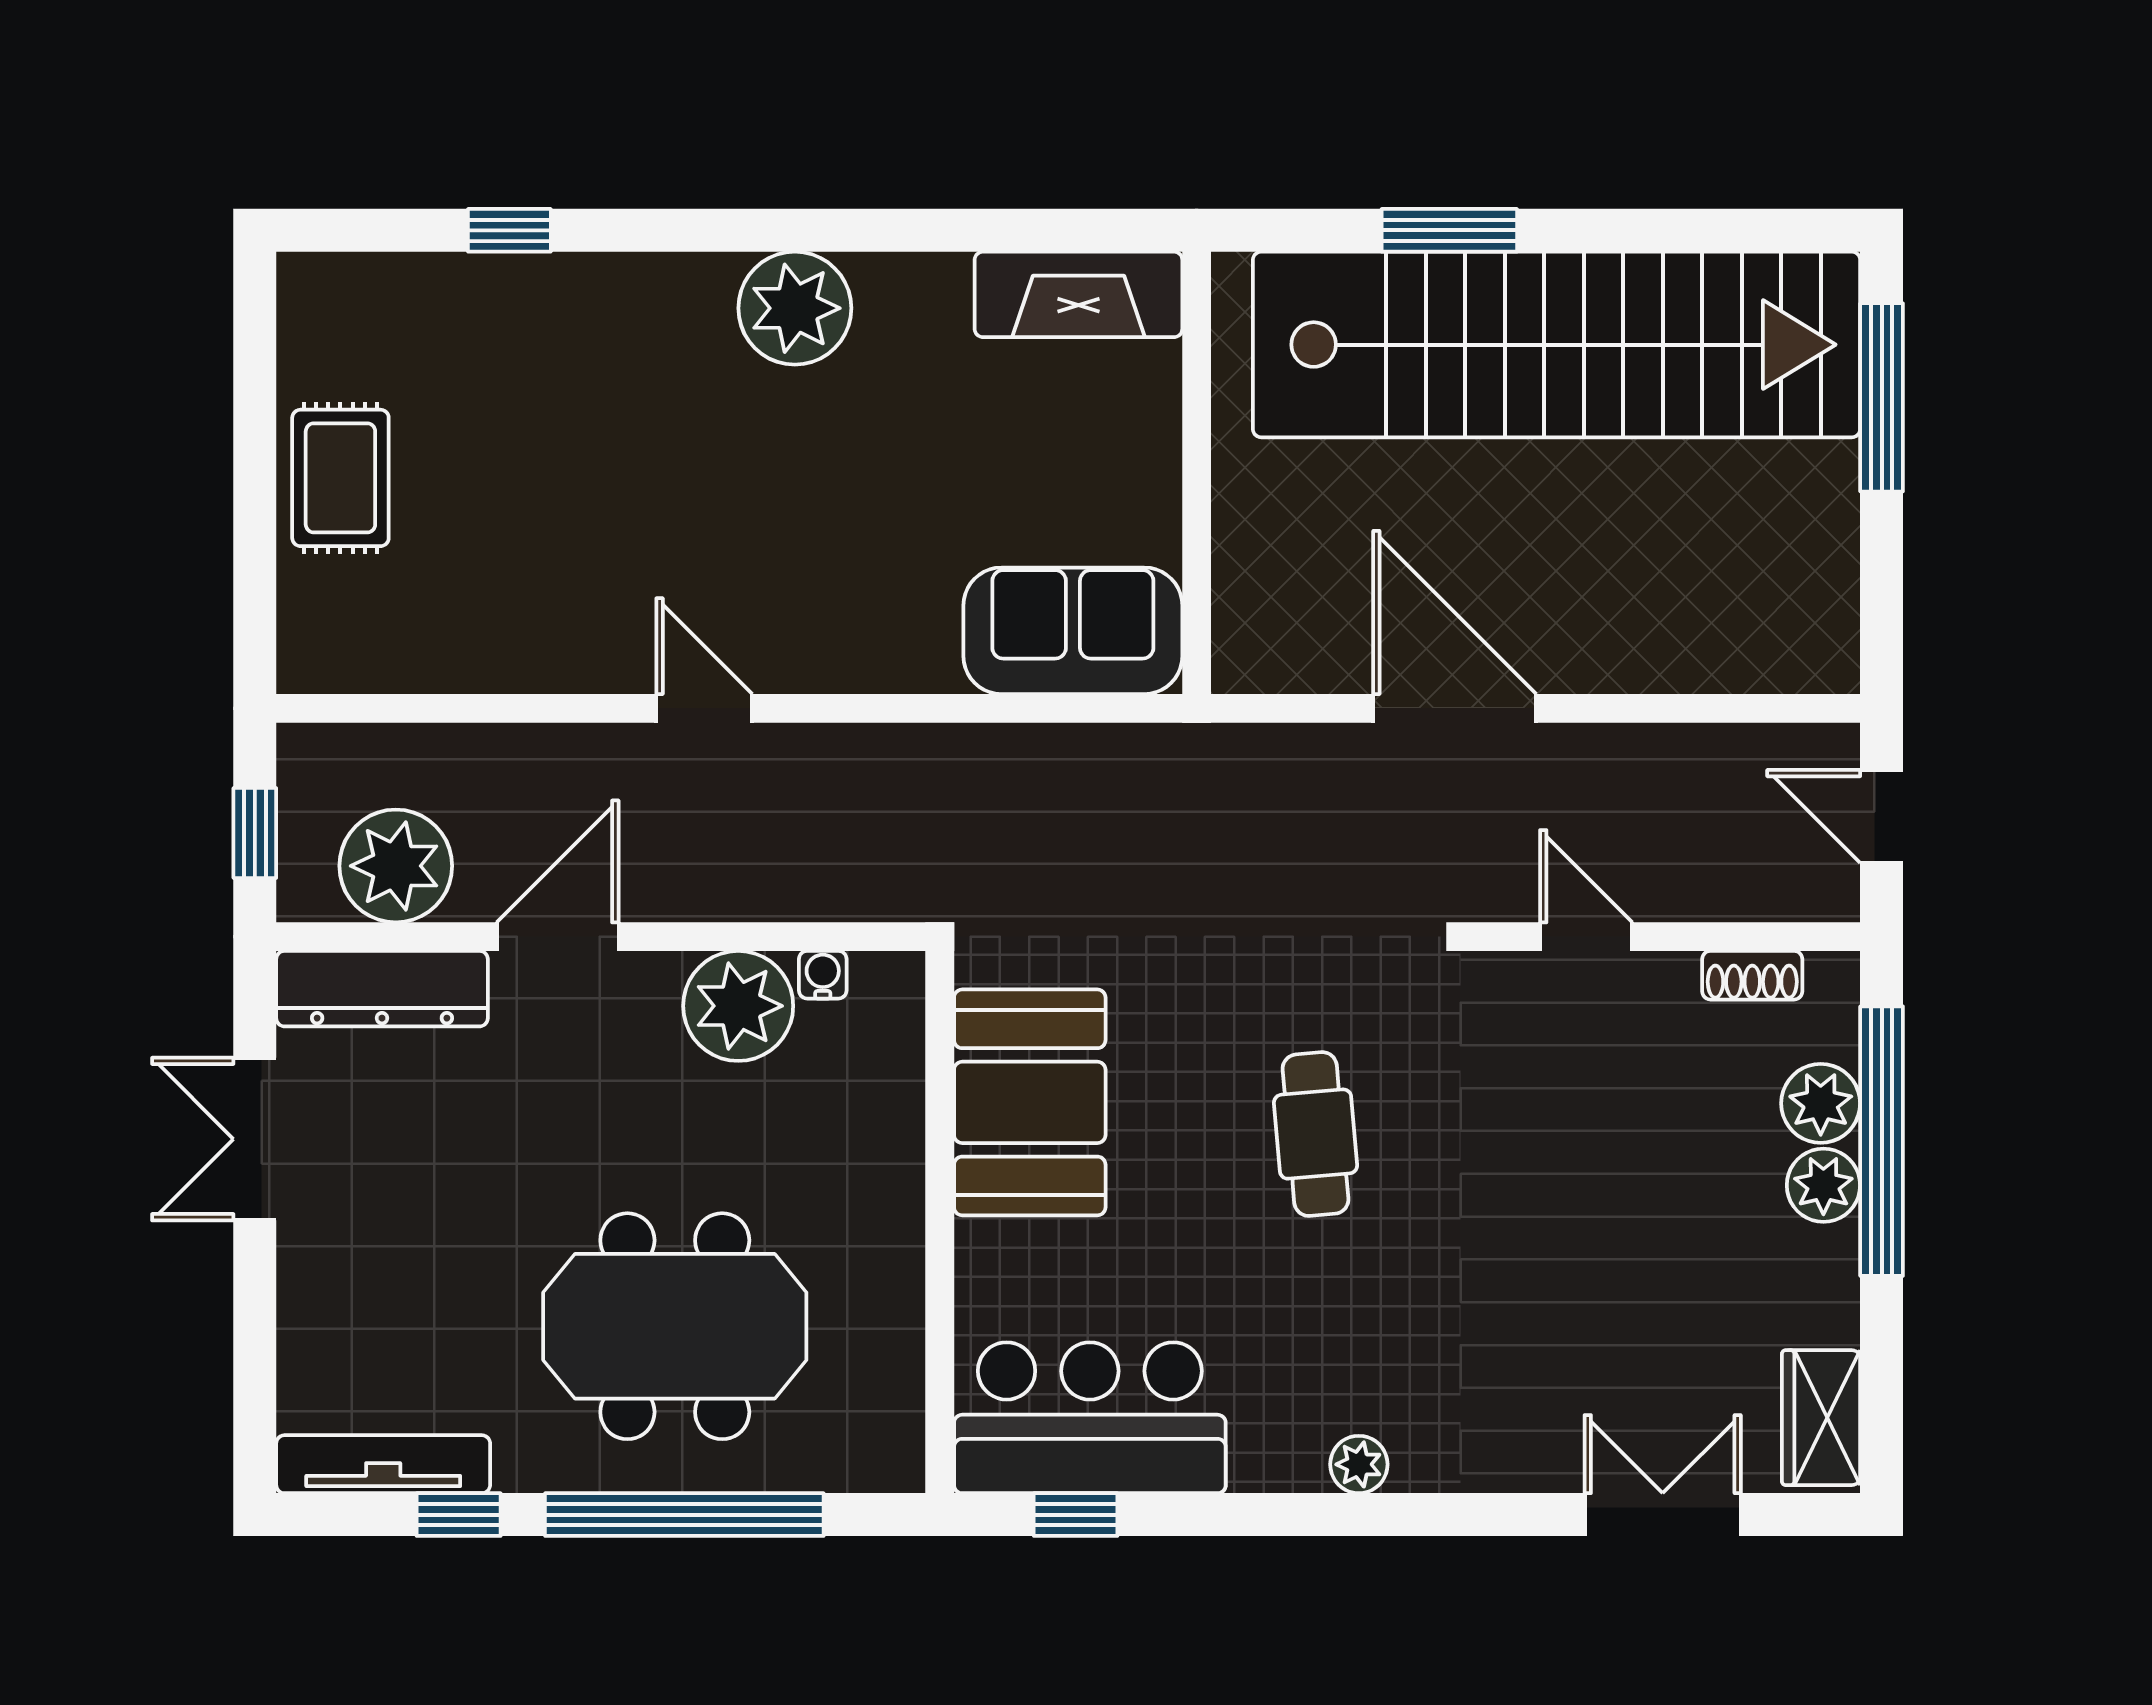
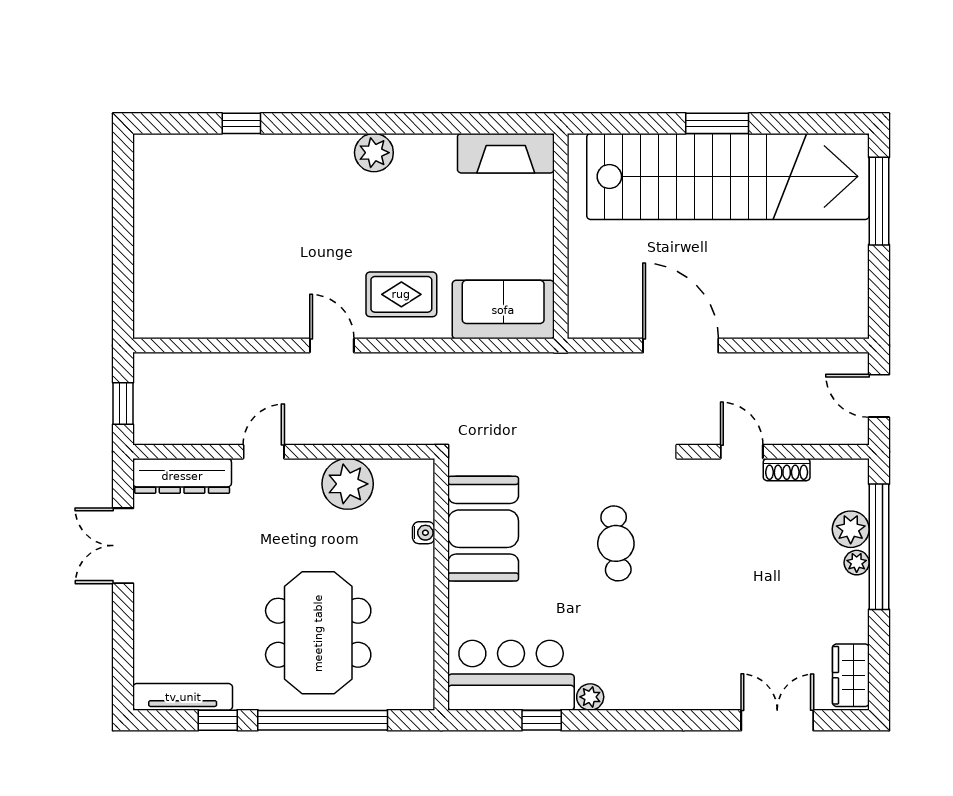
window: (1449, 230) -> (717, 123), moved
plant: (795, 308) -> (374, 153), width x0.73, depth x0.73
rug: (340, 478) -> (401, 294), moved, turned 90
plant: (396, 866) -> (189, 419), removed
door: (558, 937) -> (264, 452), width x0.73
water cooler: (823, 975) -> (424, 533), moved, turned 90
shoe rack: (1752, 975) -> (787, 470), moved
plant: (1823, 1185) -> (857, 563), width x0.73, depth x0.73
meeting table: (675, 1326) -> (318, 633), turned 90
plant: (1359, 1464) -> (590, 697), moved
window: (1076, 1515) -> (542, 720), moved

